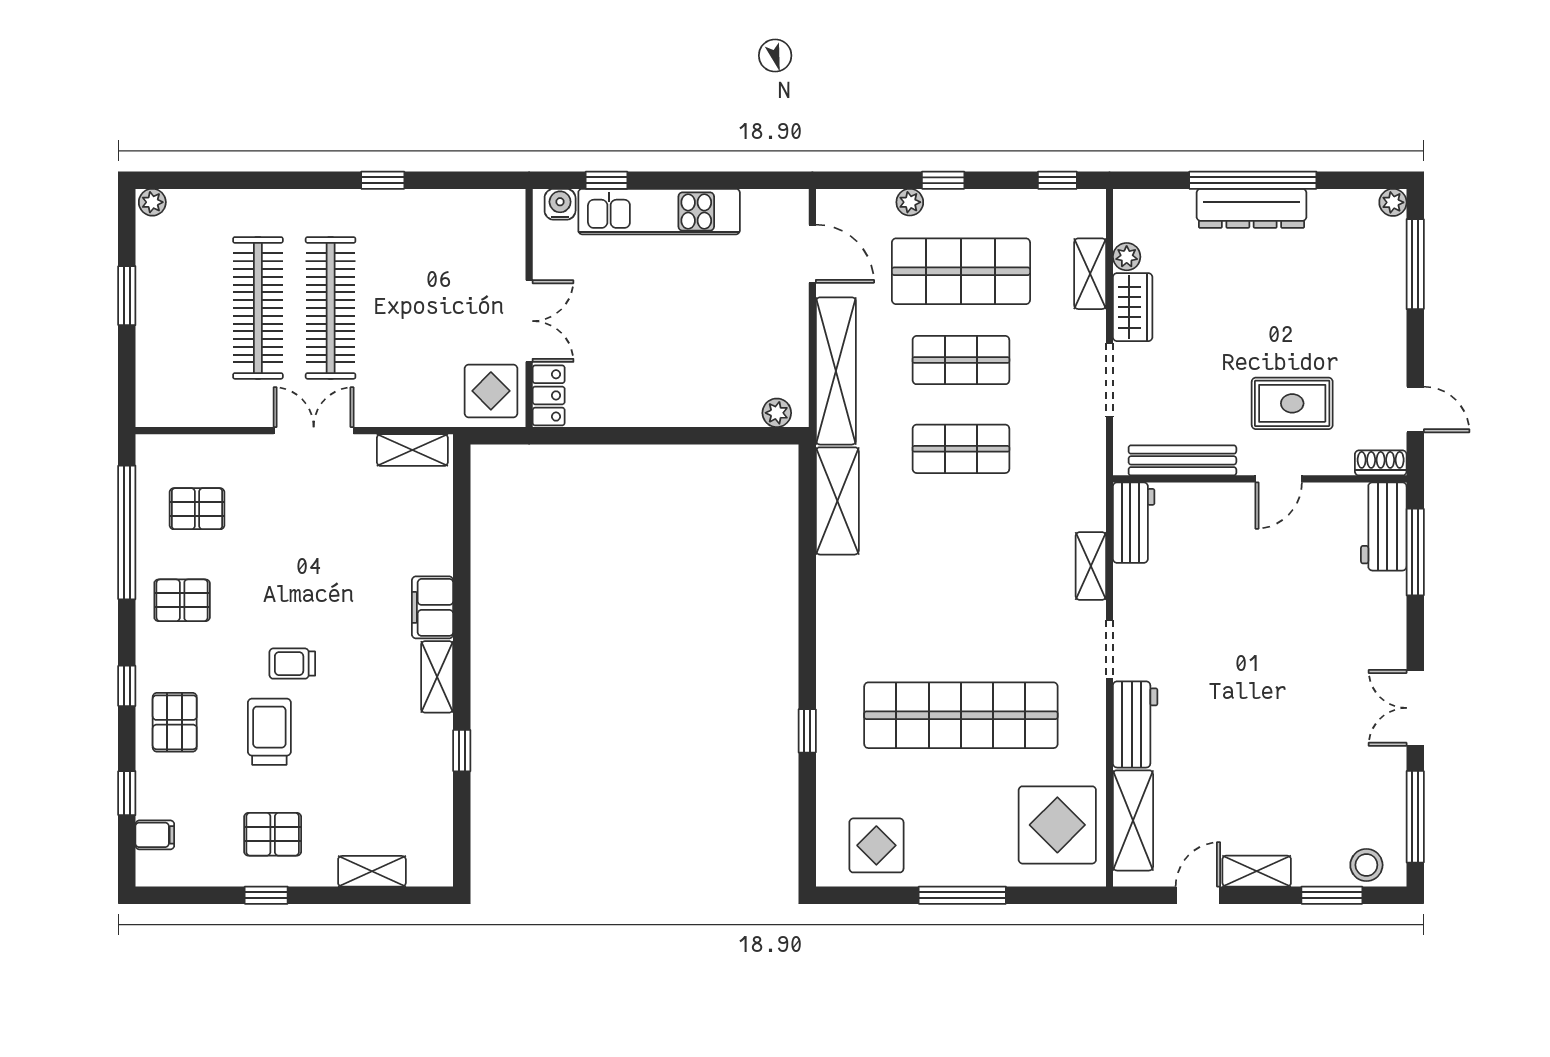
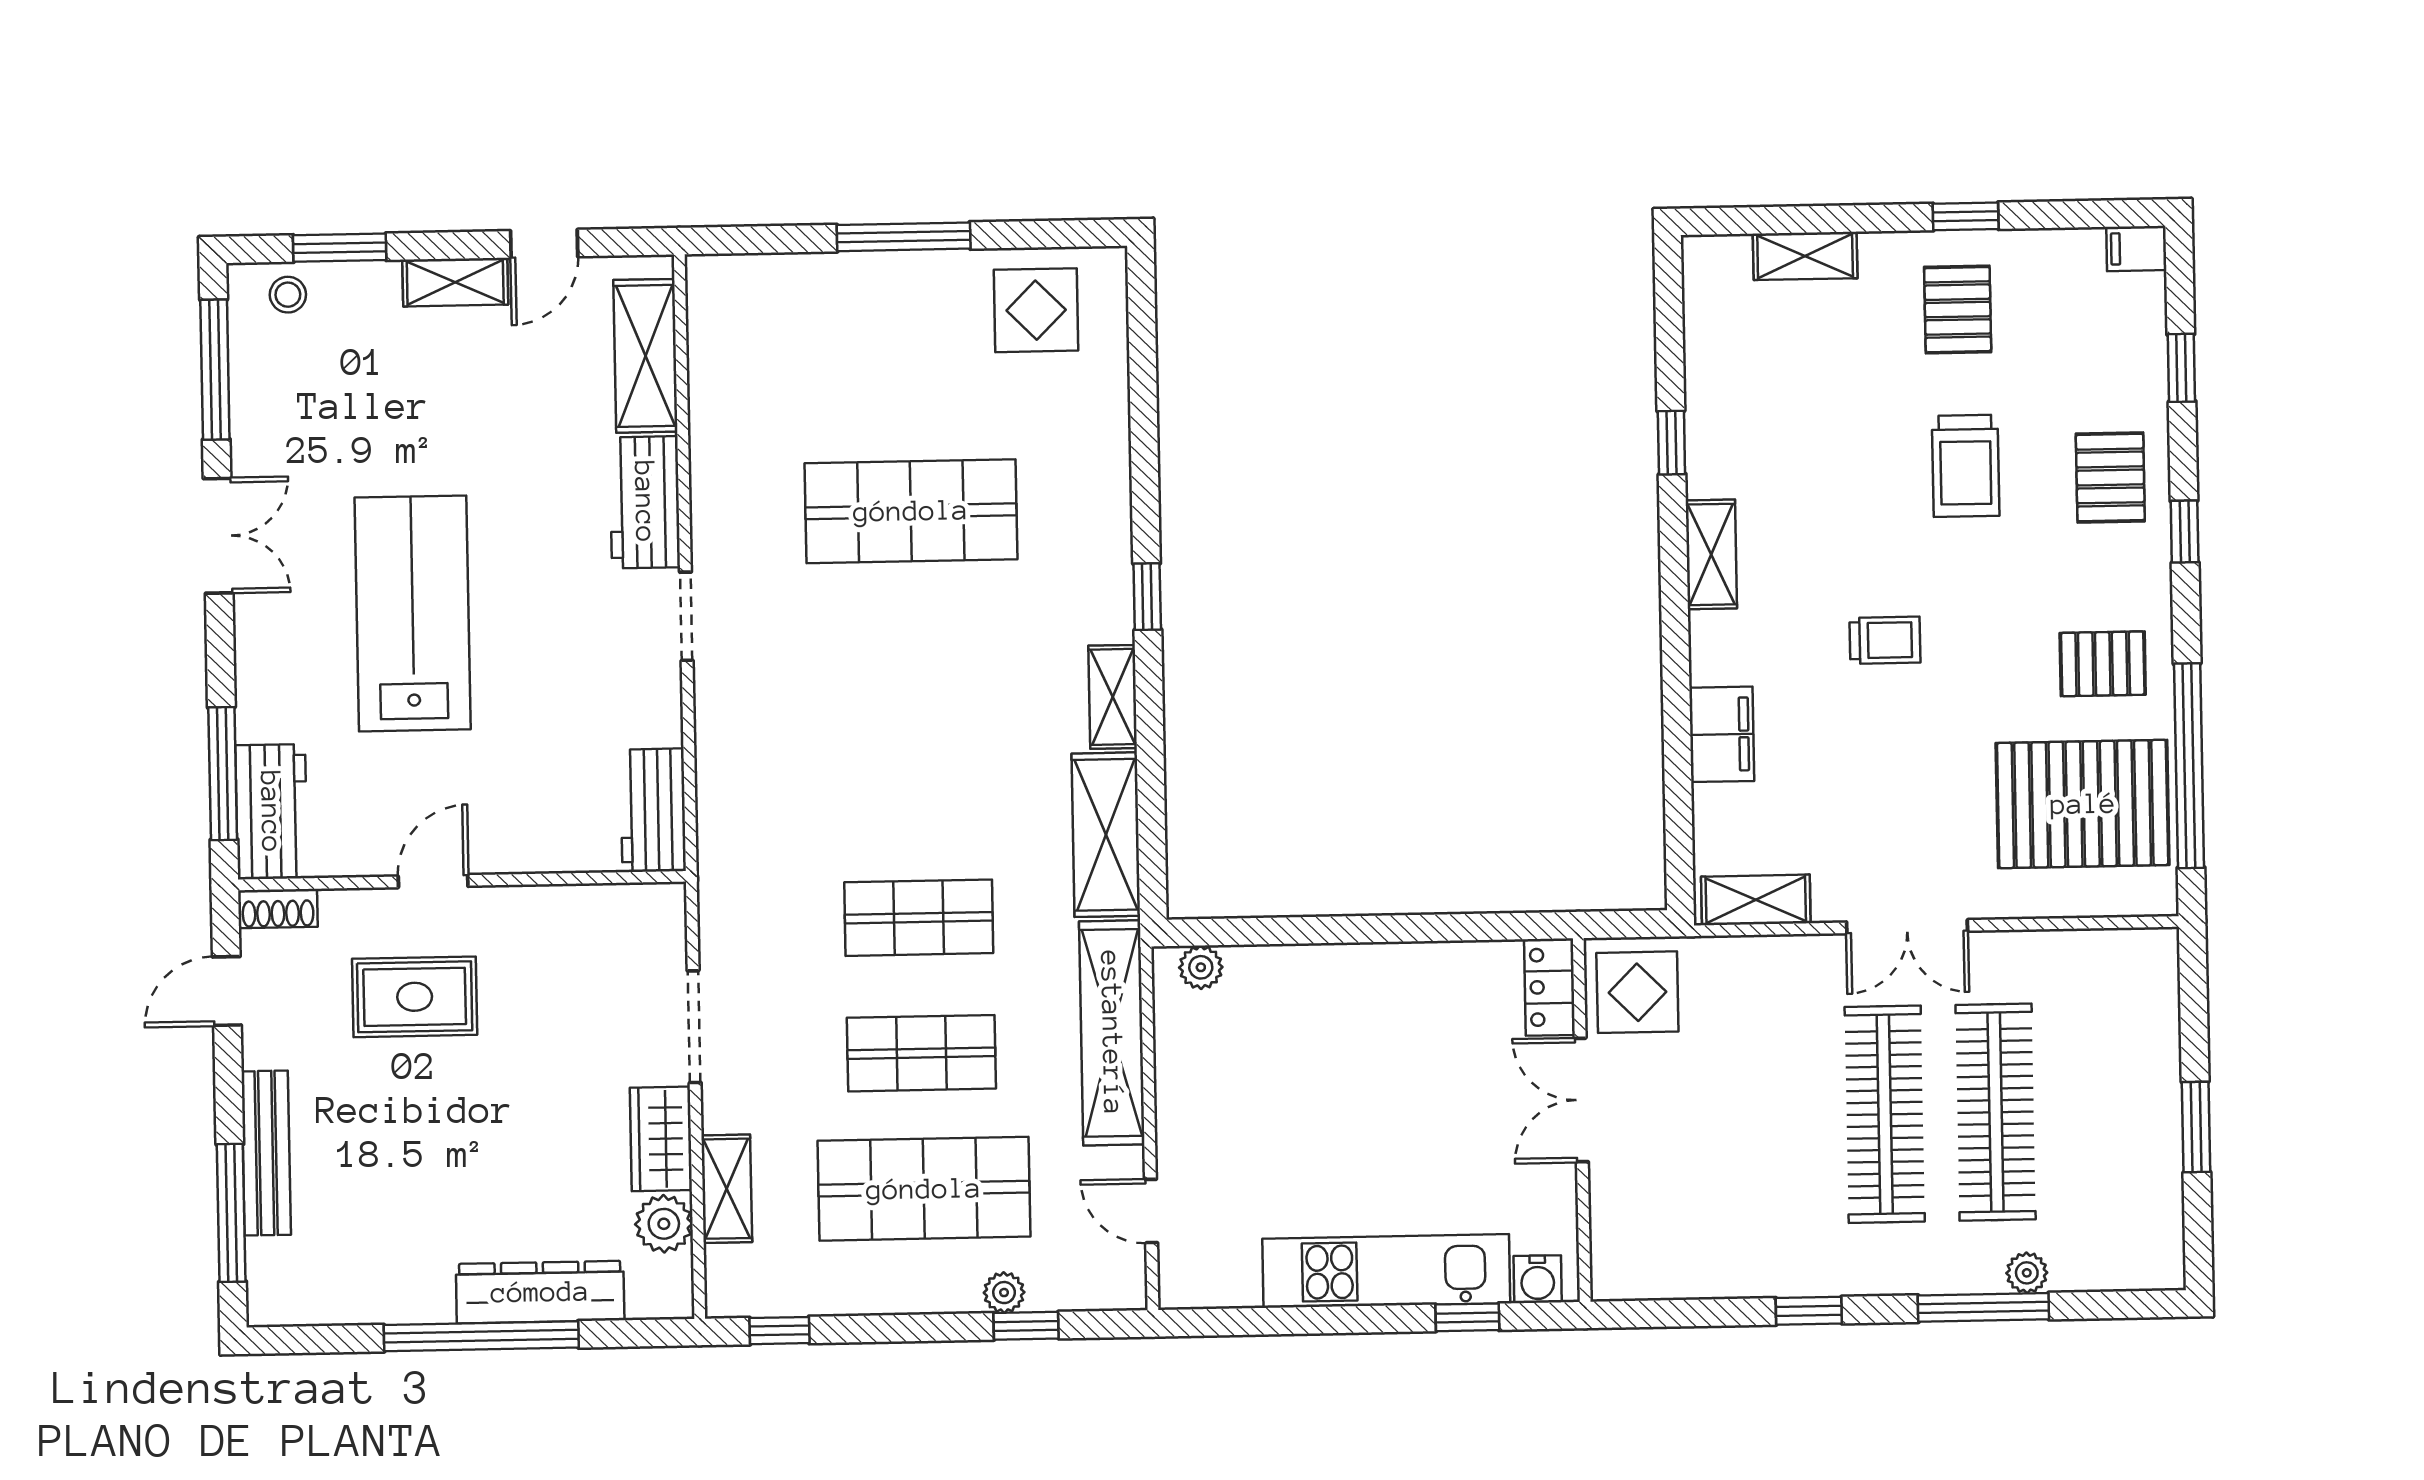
window: (268, 180) -> (1983, 1307), added
window: (943, 180) -> (1026, 1326), moved
plant: (152, 202) -> (2027, 1273), moved
plant: (1393, 202) -> (267, 1306), removed
dresser: (1252, 208) -> (540, 1292), moved
door: (812, 254) -> (1151, 1211), width x0.73
plant: (1127, 257) -> (664, 1224), width x1.38, depth x1.38
door: (1415, 410) -> (227, 991), hinge flipped
bench: (1182, 460) -> (266, 1153), moved, turned 90
pallet: (197, 509) -> (2083, 804), width x2.05, depth x2.00
shelving: (1091, 566) -> (1113, 697), moved
filing cabinet: (433, 607) -> (1722, 734), moved
lab bench: (1289, 655) -> (413, 613), added
trolley: (292, 664) -> (1885, 640), moved
shop shelf: (961, 715) -> (911, 511), width x0.71
window: (807, 731) -> (1147, 597), moved
display table: (1057, 825) -> (761, 347), removed
pallet: (273, 834) -> (1958, 310), turned 90
filing cabinet: (155, 835) -> (2136, 249), moved
stool: (1366, 865) -> (288, 295), width x0.73, depth x0.73

